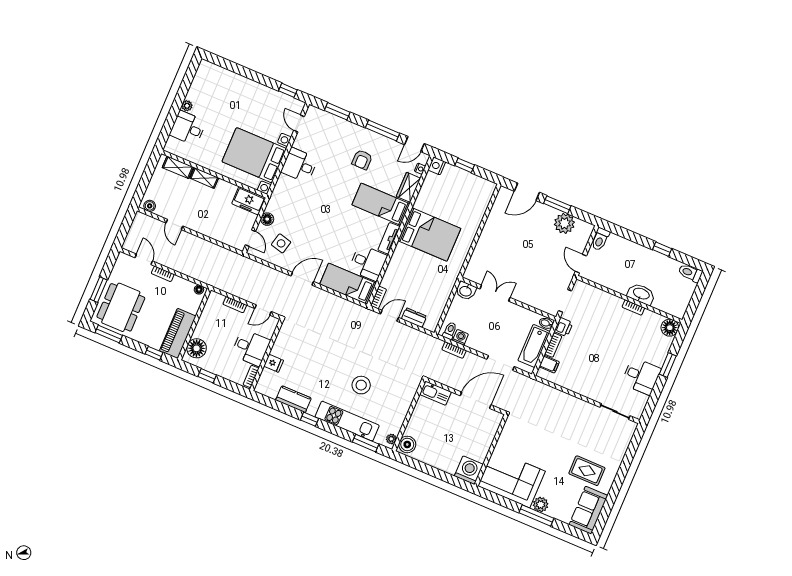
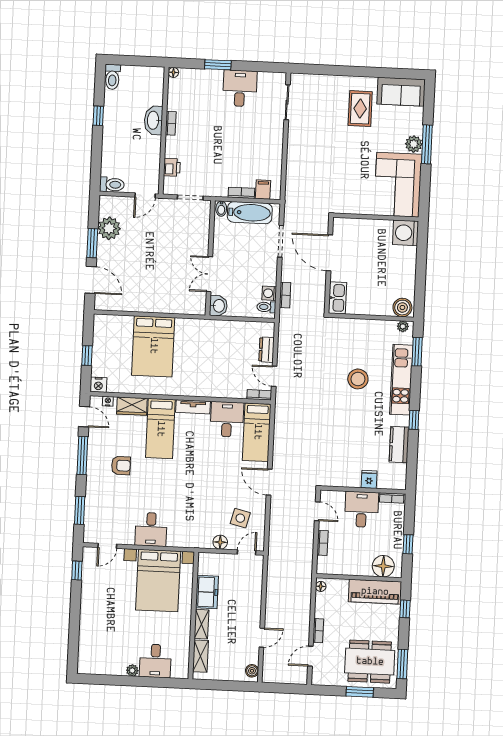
freezer: (249, 201) -> (207, 592), moved
bed: (429, 235) -> (153, 346), moved, turned 180
printer: (564, 327) -> (172, 167), moved, turned 90
floor lamp: (670, 328) -> (173, 72), width x0.53, depth x0.53

